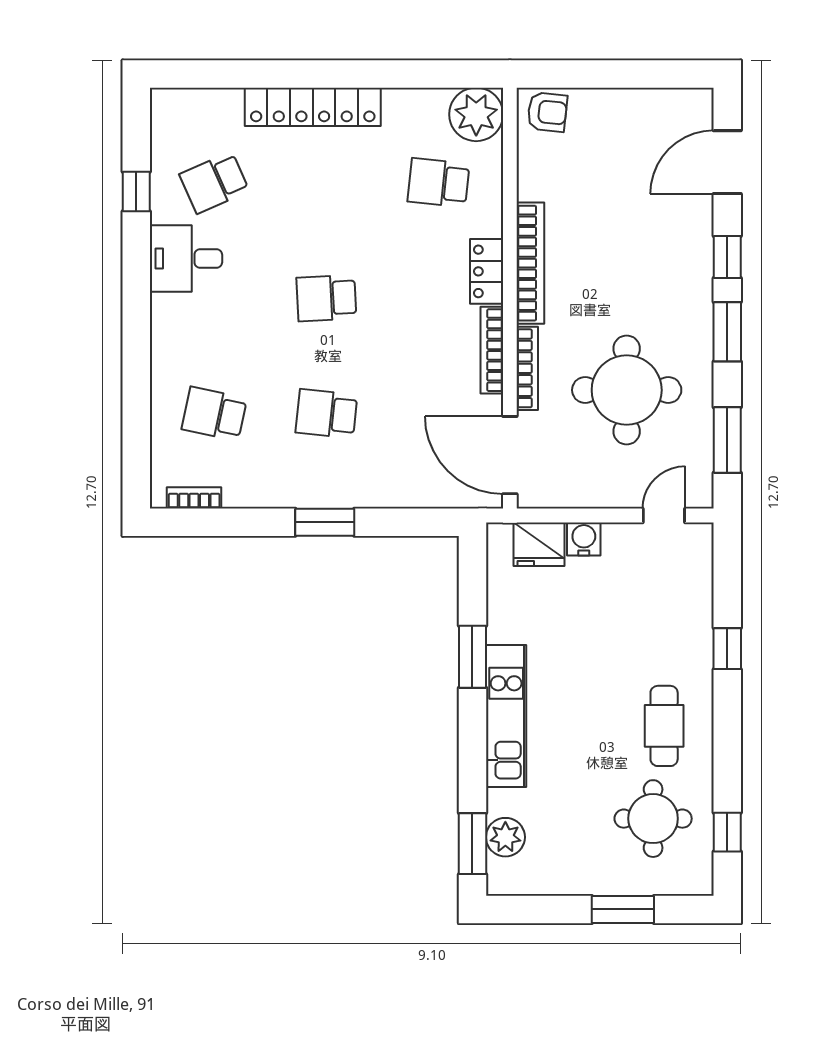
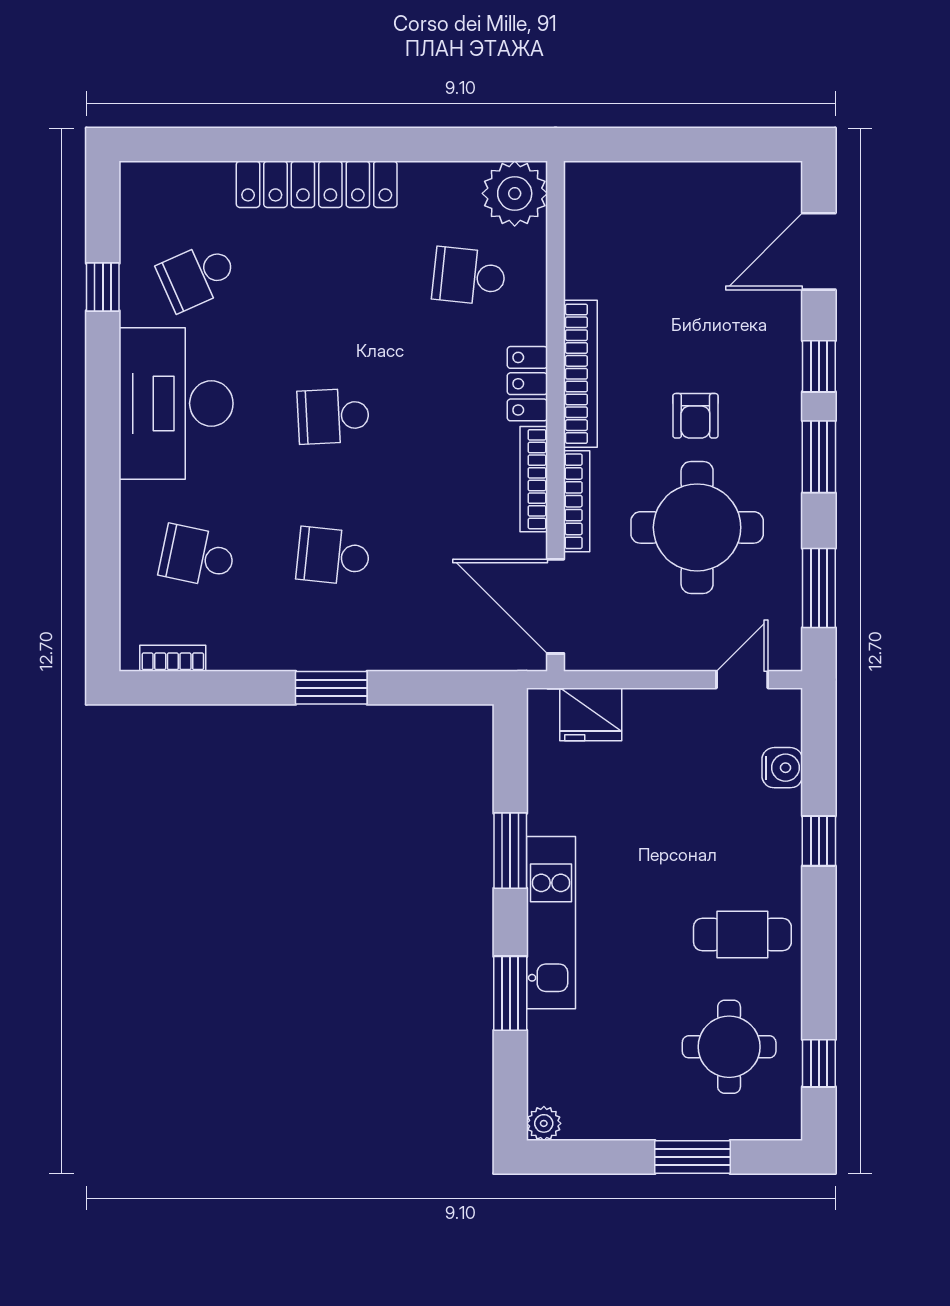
armchair: (547, 112) -> (695, 416), moved, turned 84
desk: (186, 259) -> (176, 403), width x1.87, depth x1.30
water cooler: (584, 539) -> (782, 768), moved, turned 90
cafe table: (664, 726) -> (742, 935), turned 90
plant: (505, 837) -> (544, 1123), moved, width x0.73, depth x0.73
window: (472, 844) -> (510, 993), moved

